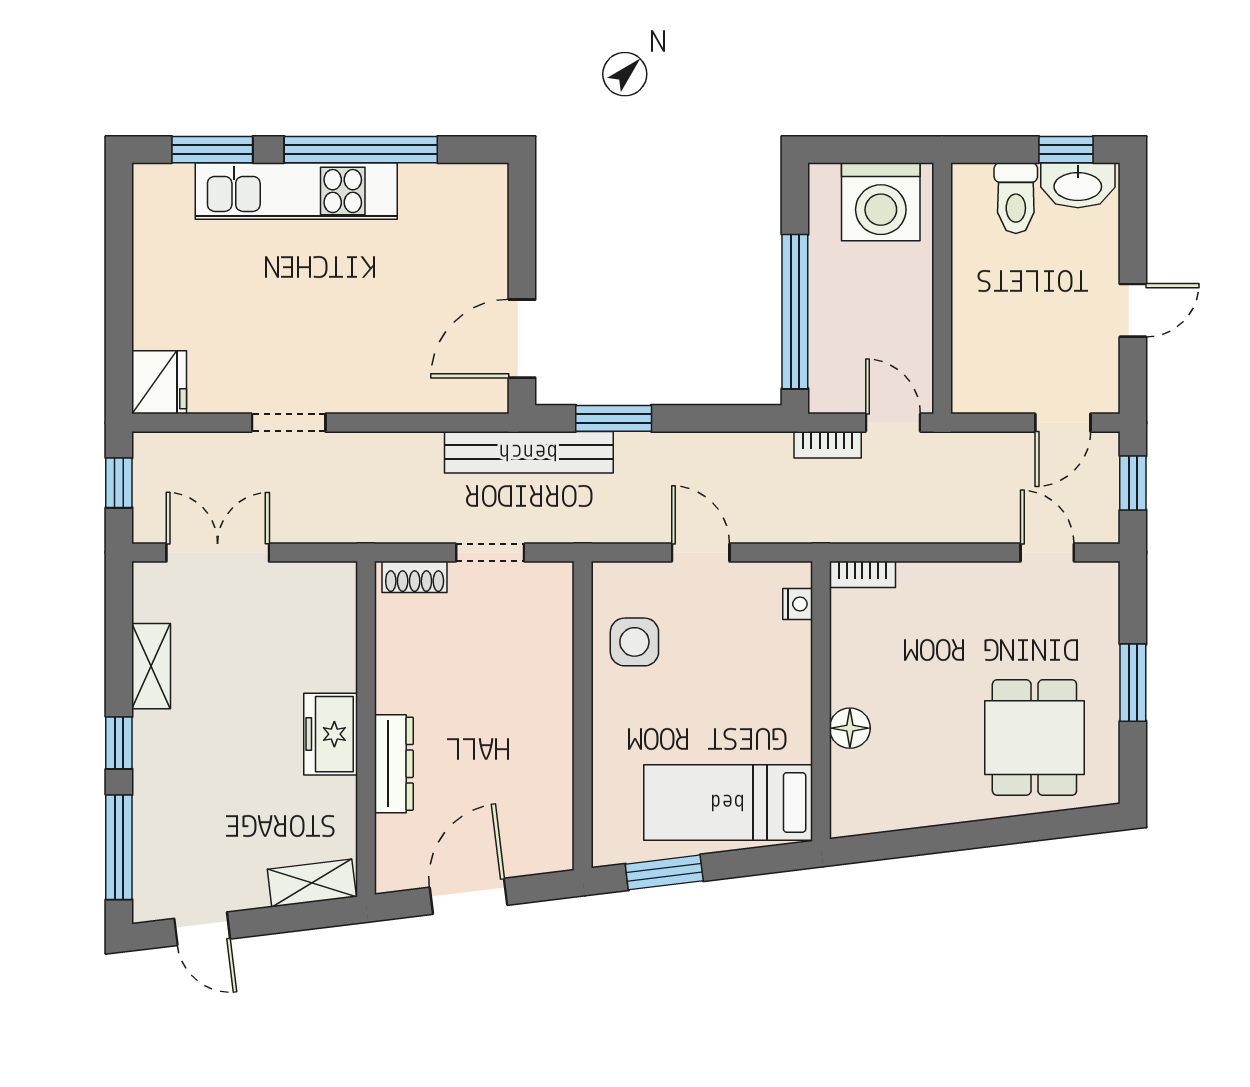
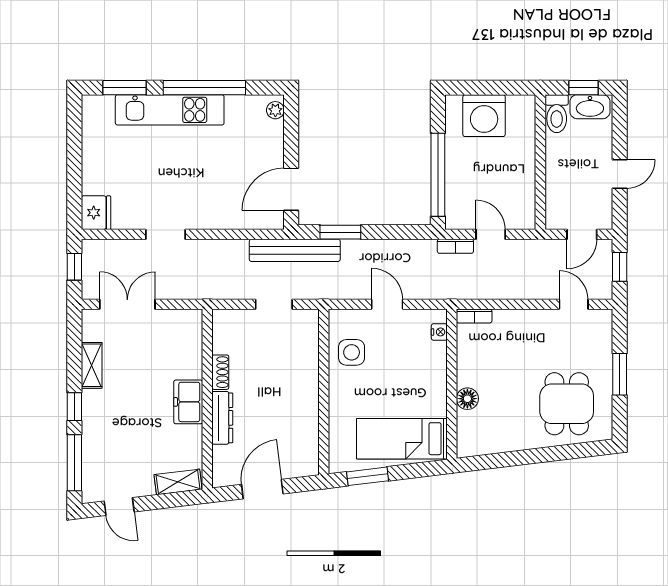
plant: (493, 192) -> (275, 110), added
wall: (942, 288) -> (540, 162), moved
shoe rack: (415, 577) -> (220, 372), moved, turned -90

